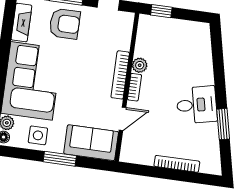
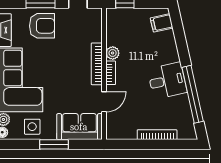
filing cabinet: (199, 39) -> (162, 23), added
window: (223, 124) -> (193, 94), width x2.11

